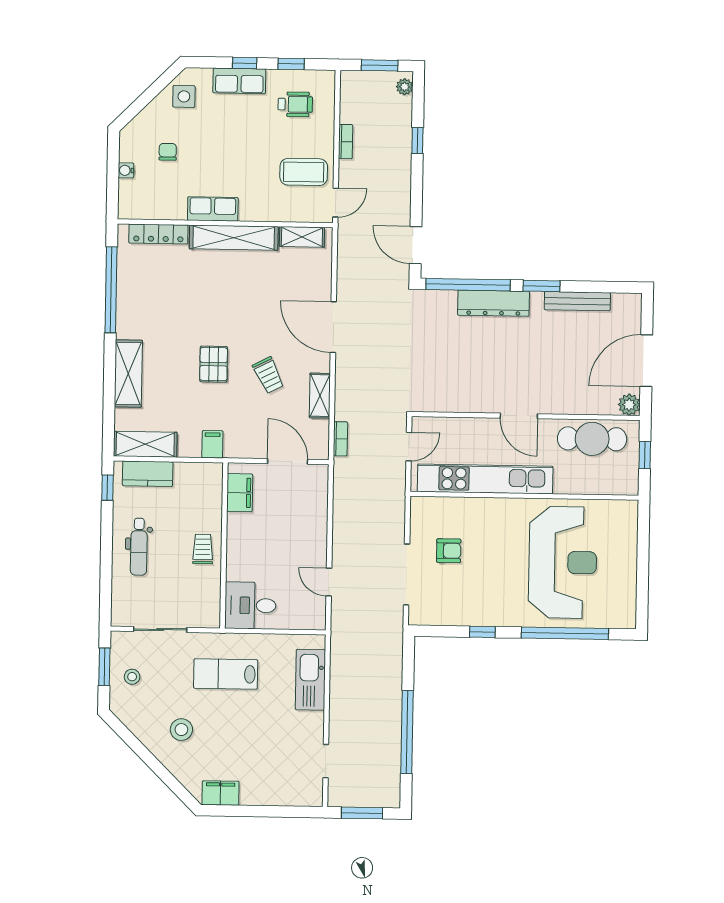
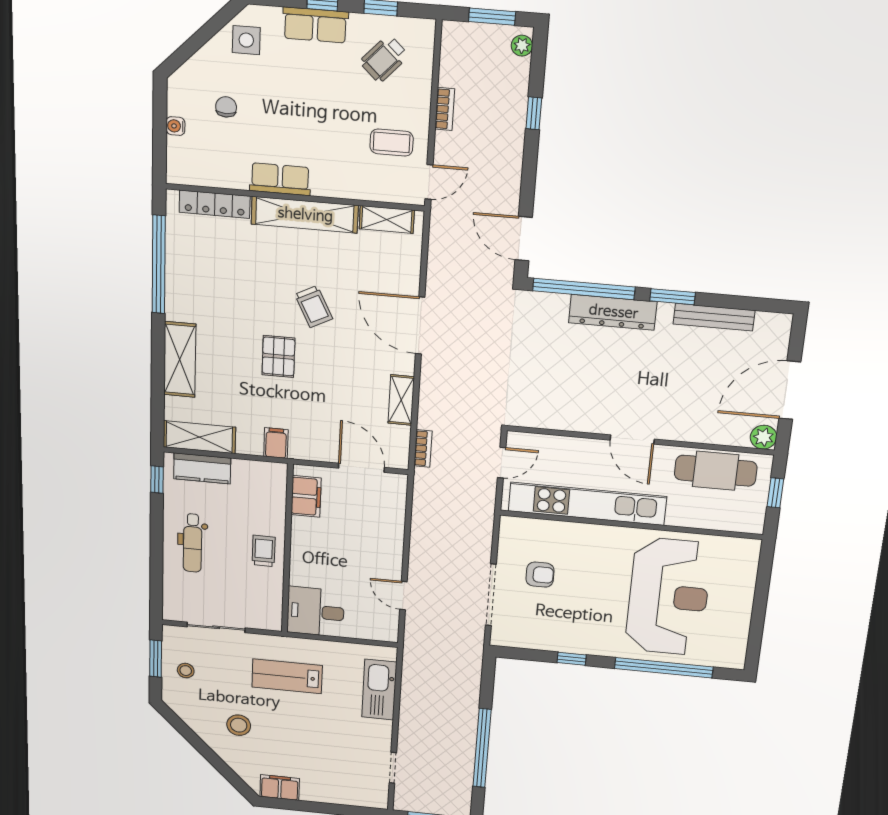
wheelchair: (295, 104) -> (384, 59), turned 133
coffee table: (304, 172) -> (392, 142), width x0.73, depth x0.77
trolley: (268, 375) -> (314, 307), moved

